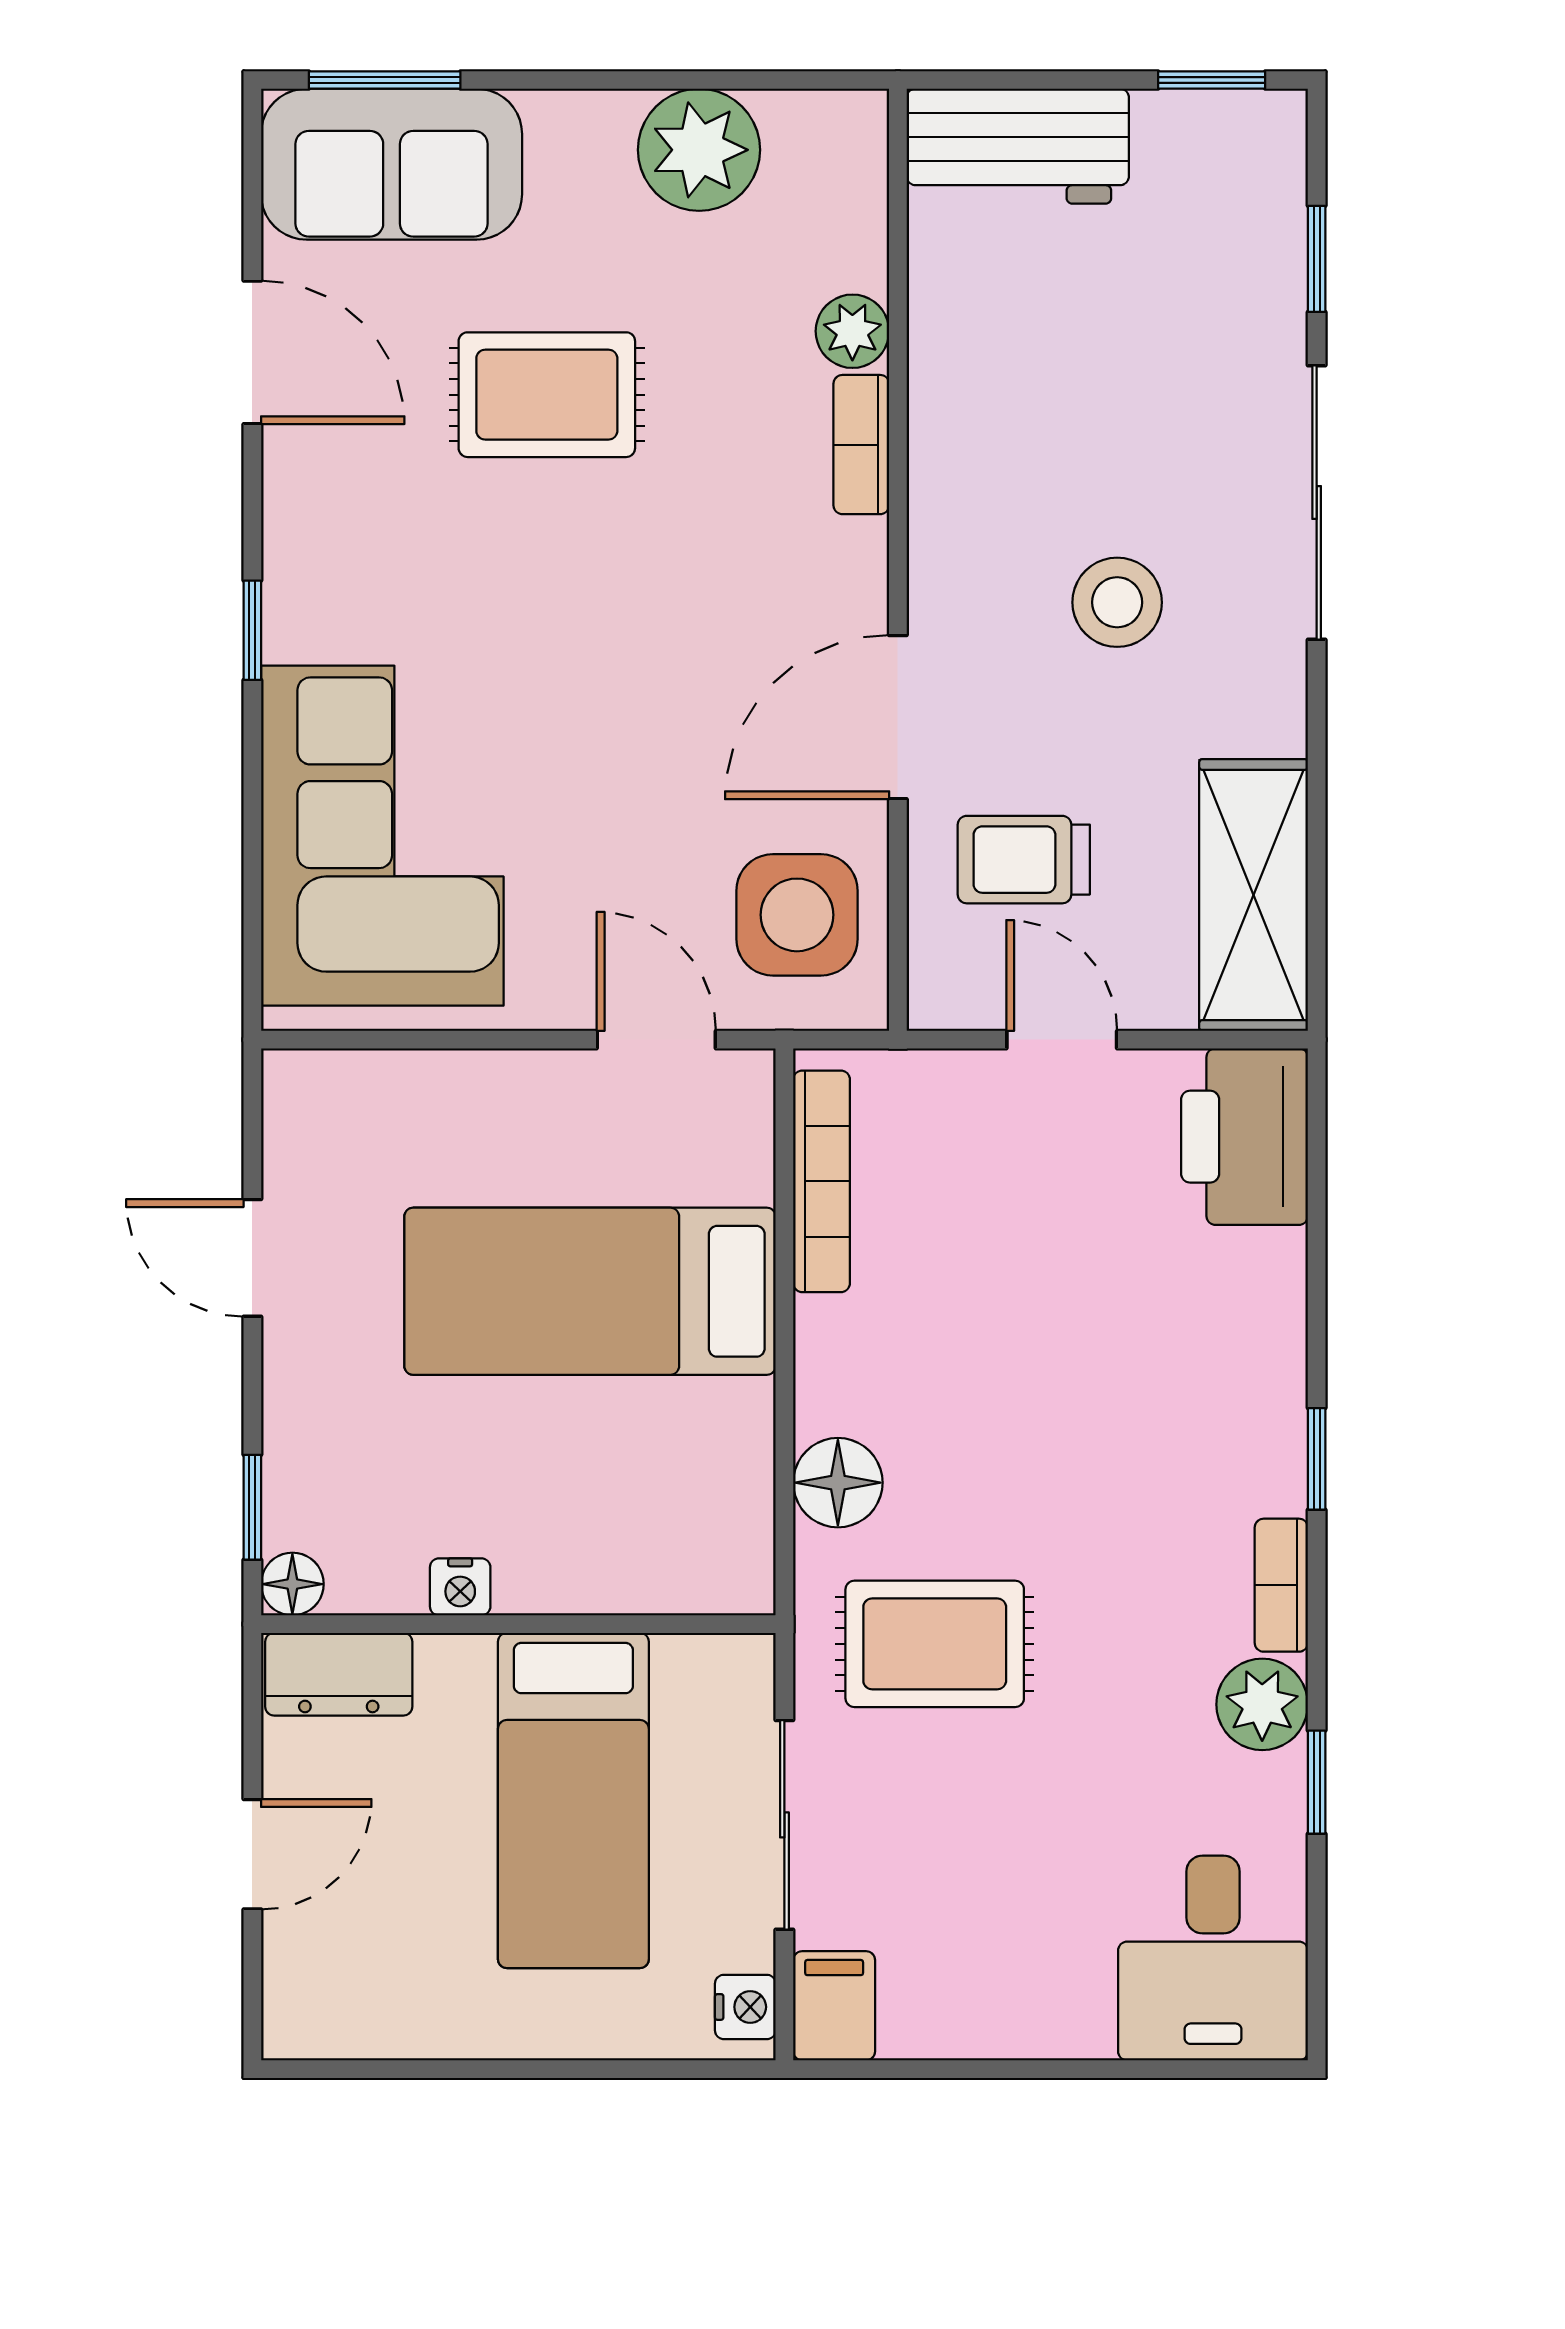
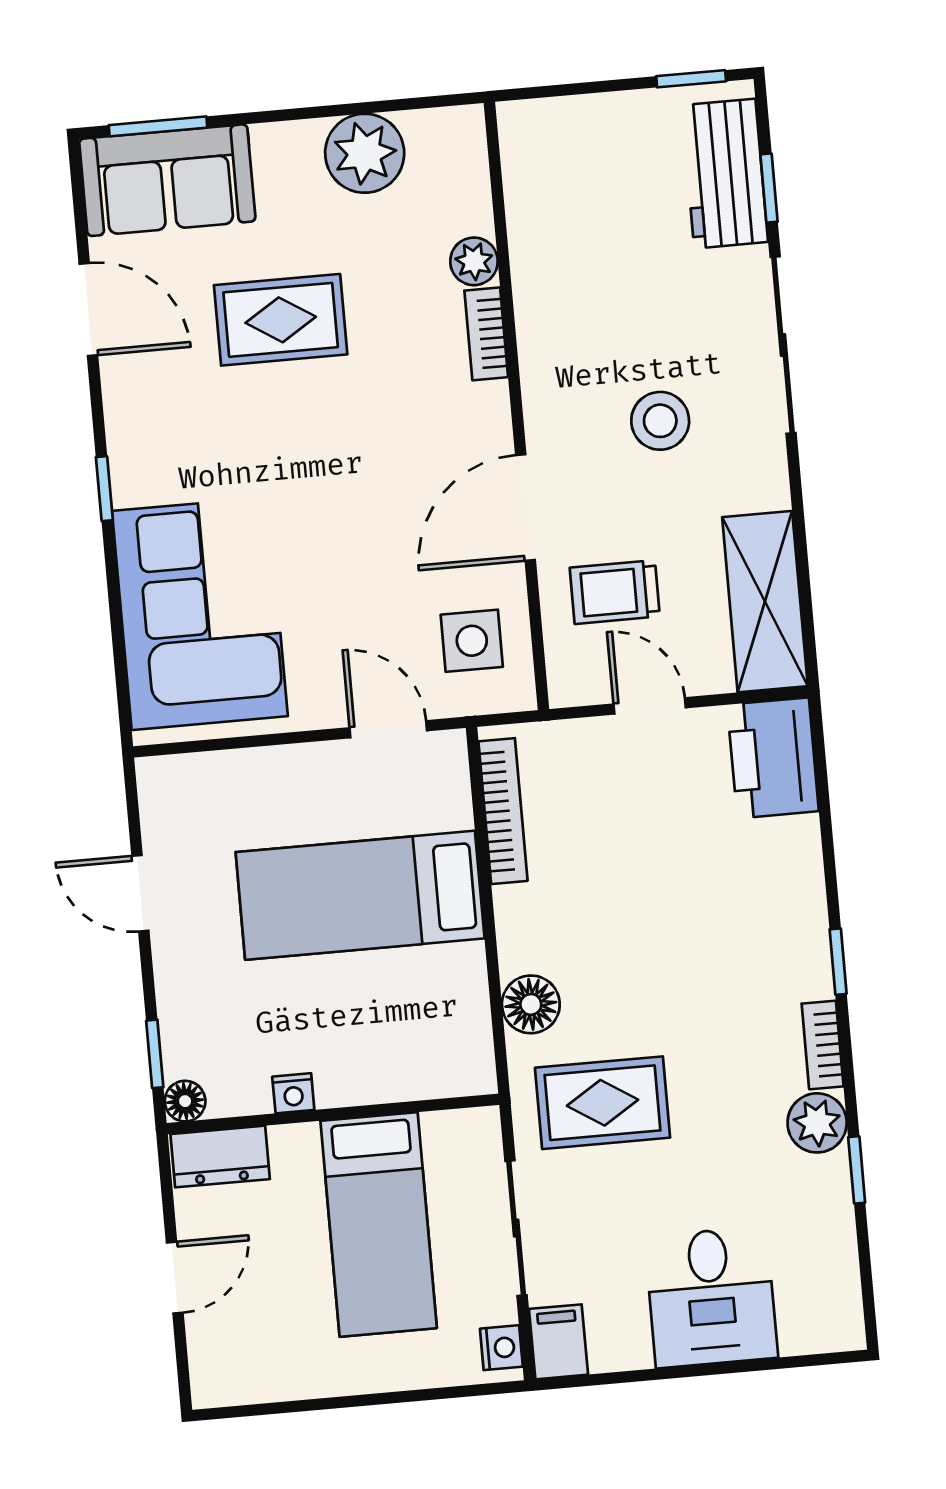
workbench: (1018, 146) -> (725, 174), moved, turned 90
side table: (797, 915) -> (472, 641), width x0.73, depth x0.73
desk: (1213, 1958) -> (711, 1297), moved

